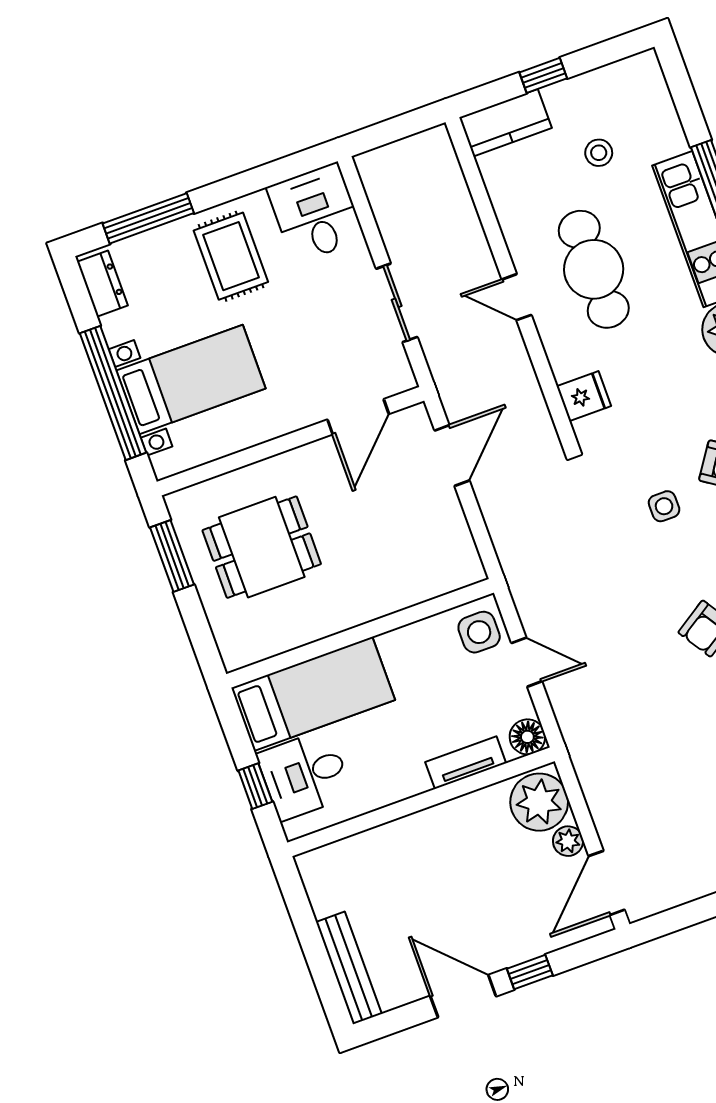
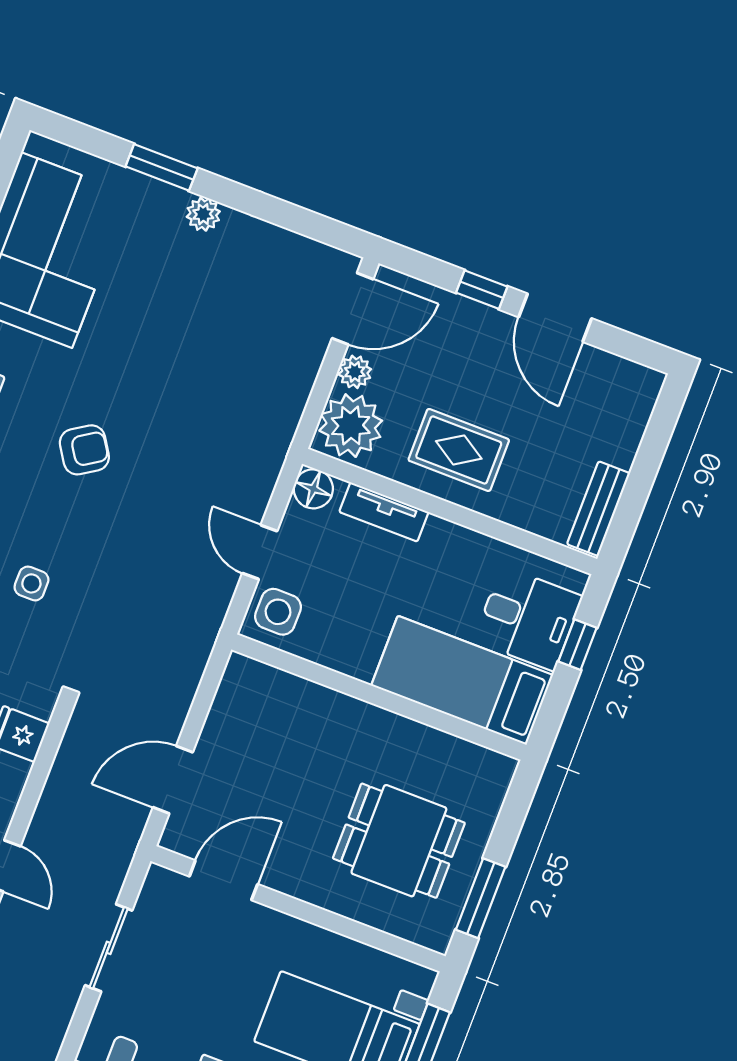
rug: (451, 849) -> (459, 450), added
bench: (349, 968) -> (598, 509), moved, width x0.73

